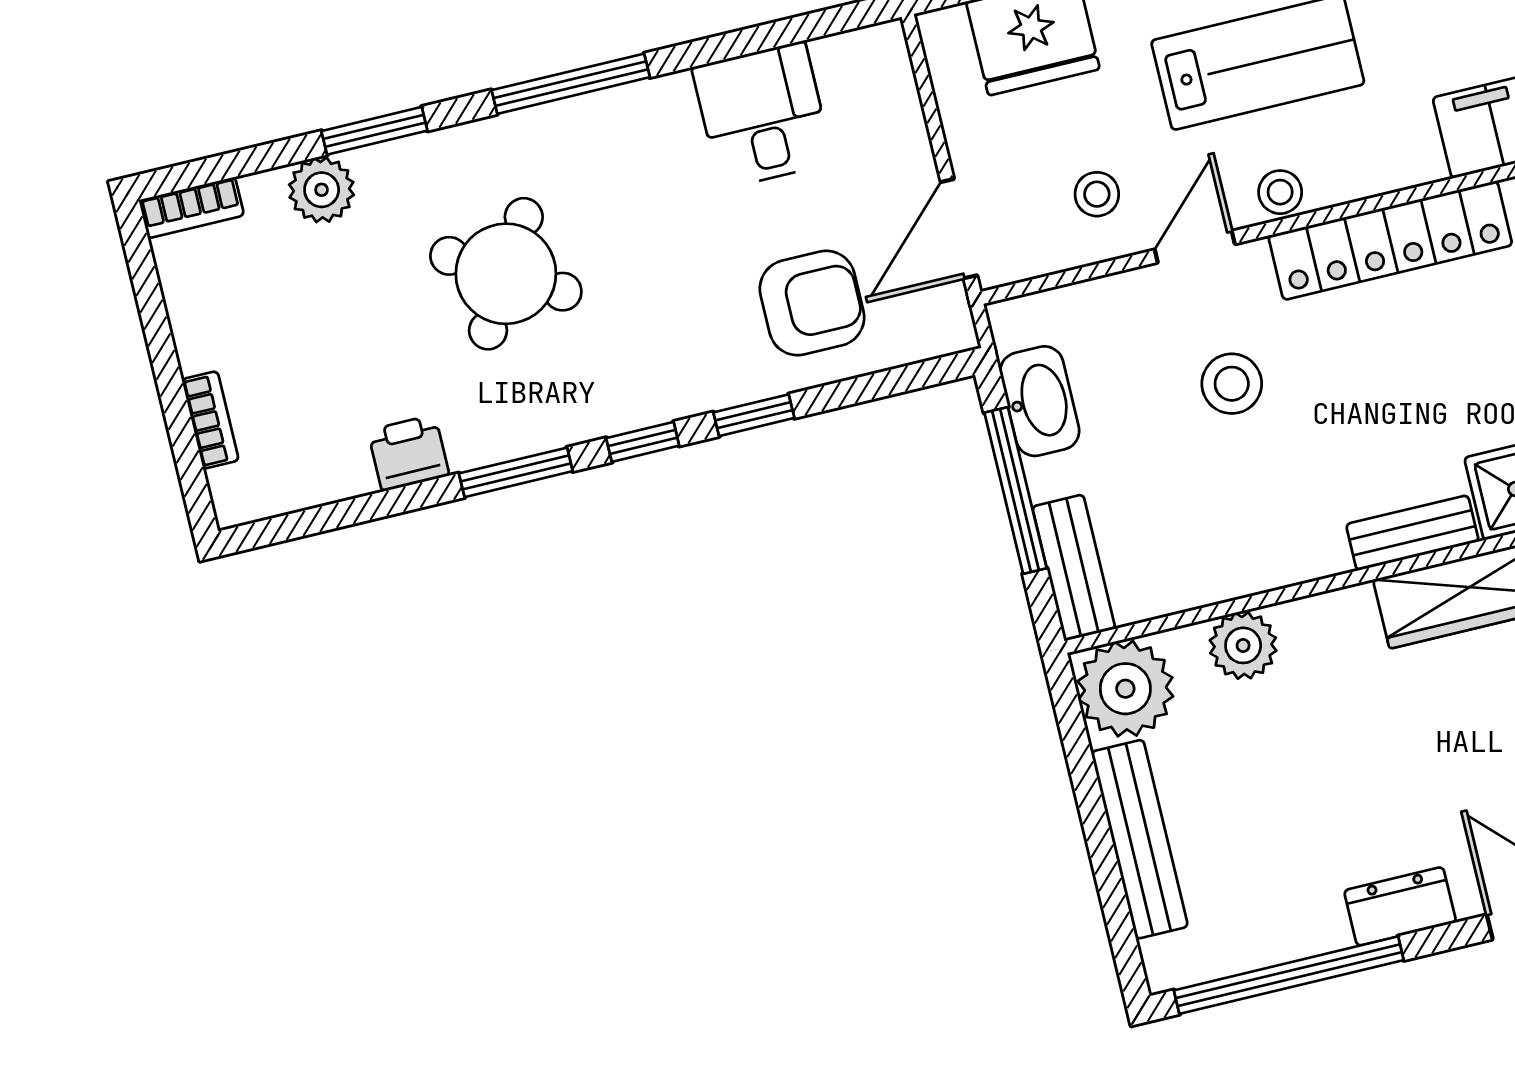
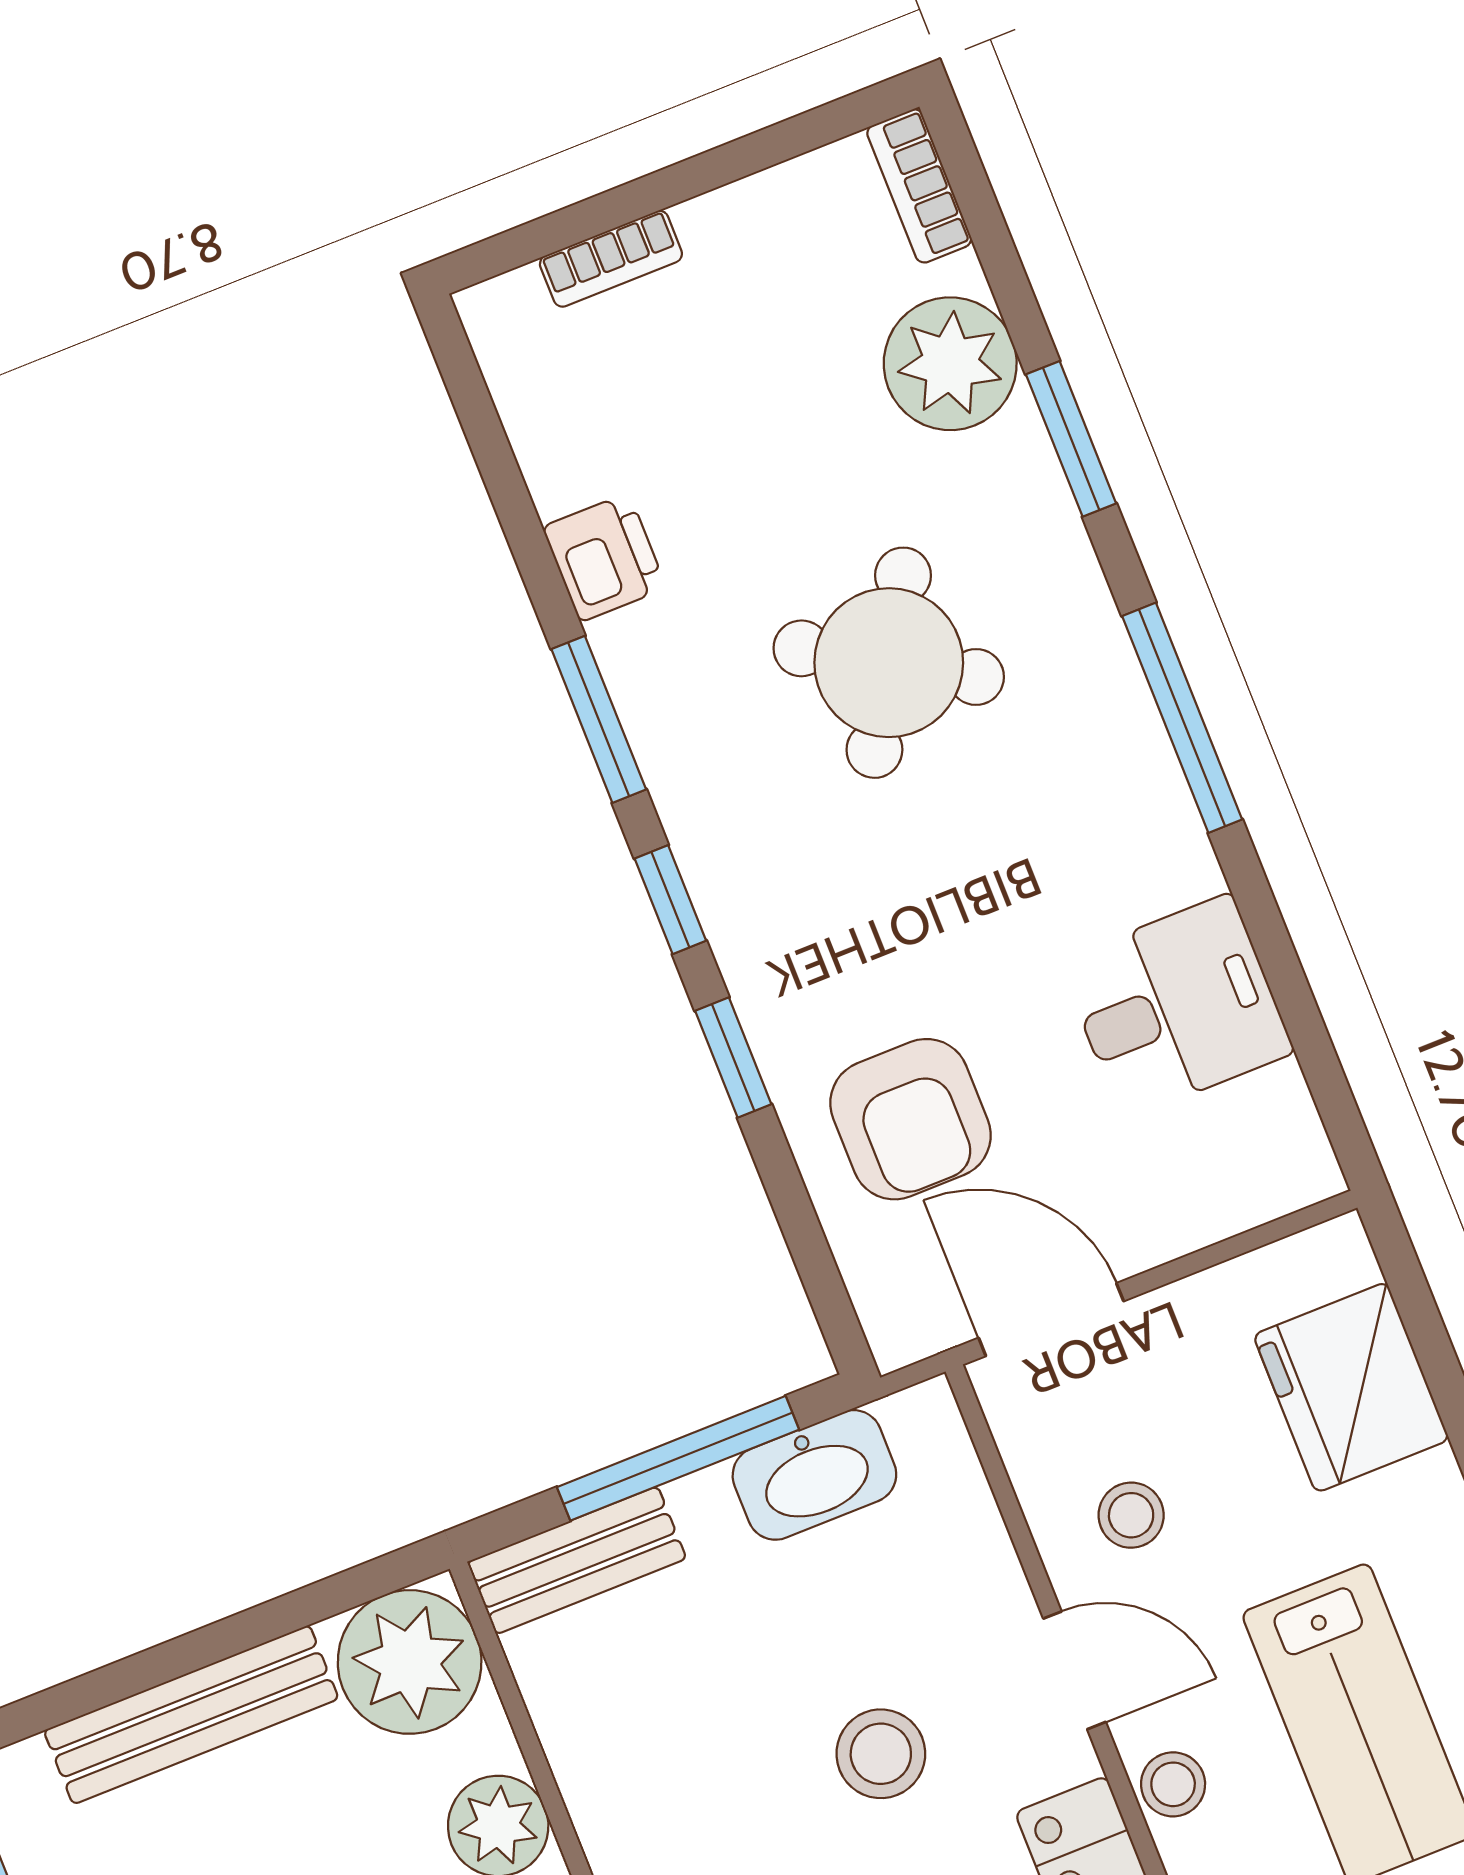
plant: (322, 190) -> (950, 364), width x1.36, depth x1.36

